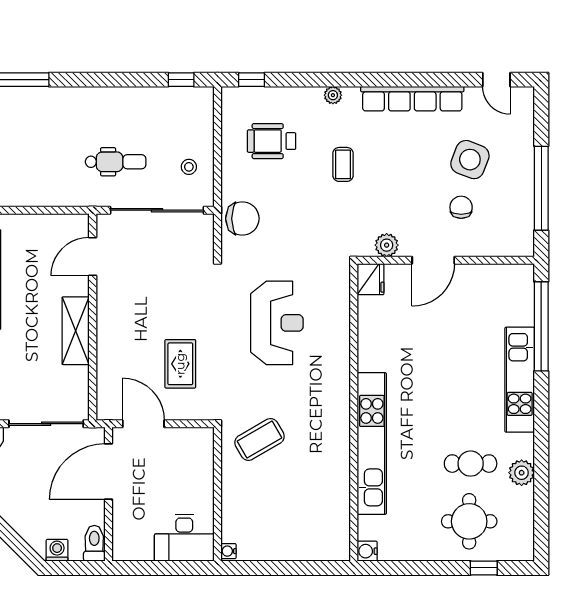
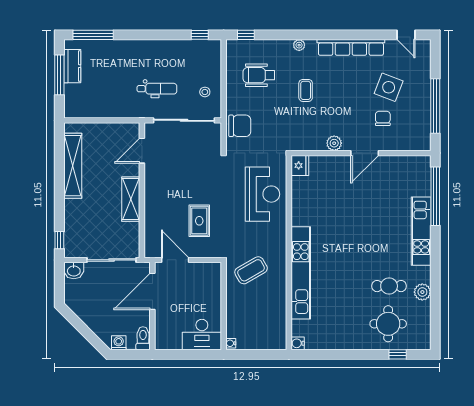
fridge: (371, 279) -> (300, 165), moved
wall: (354, 412) -> (289, 253), moved
kitchen unit: (372, 443) -> (301, 273), moved
water cooler: (367, 551) -> (298, 343), moved

